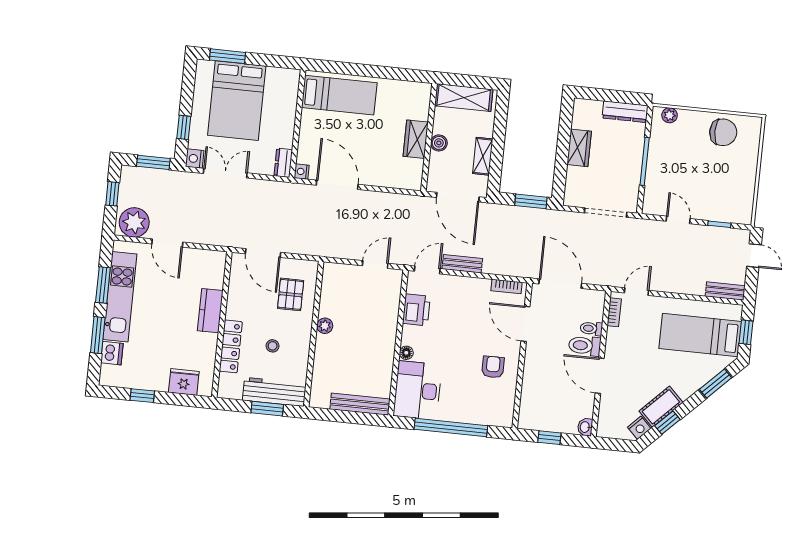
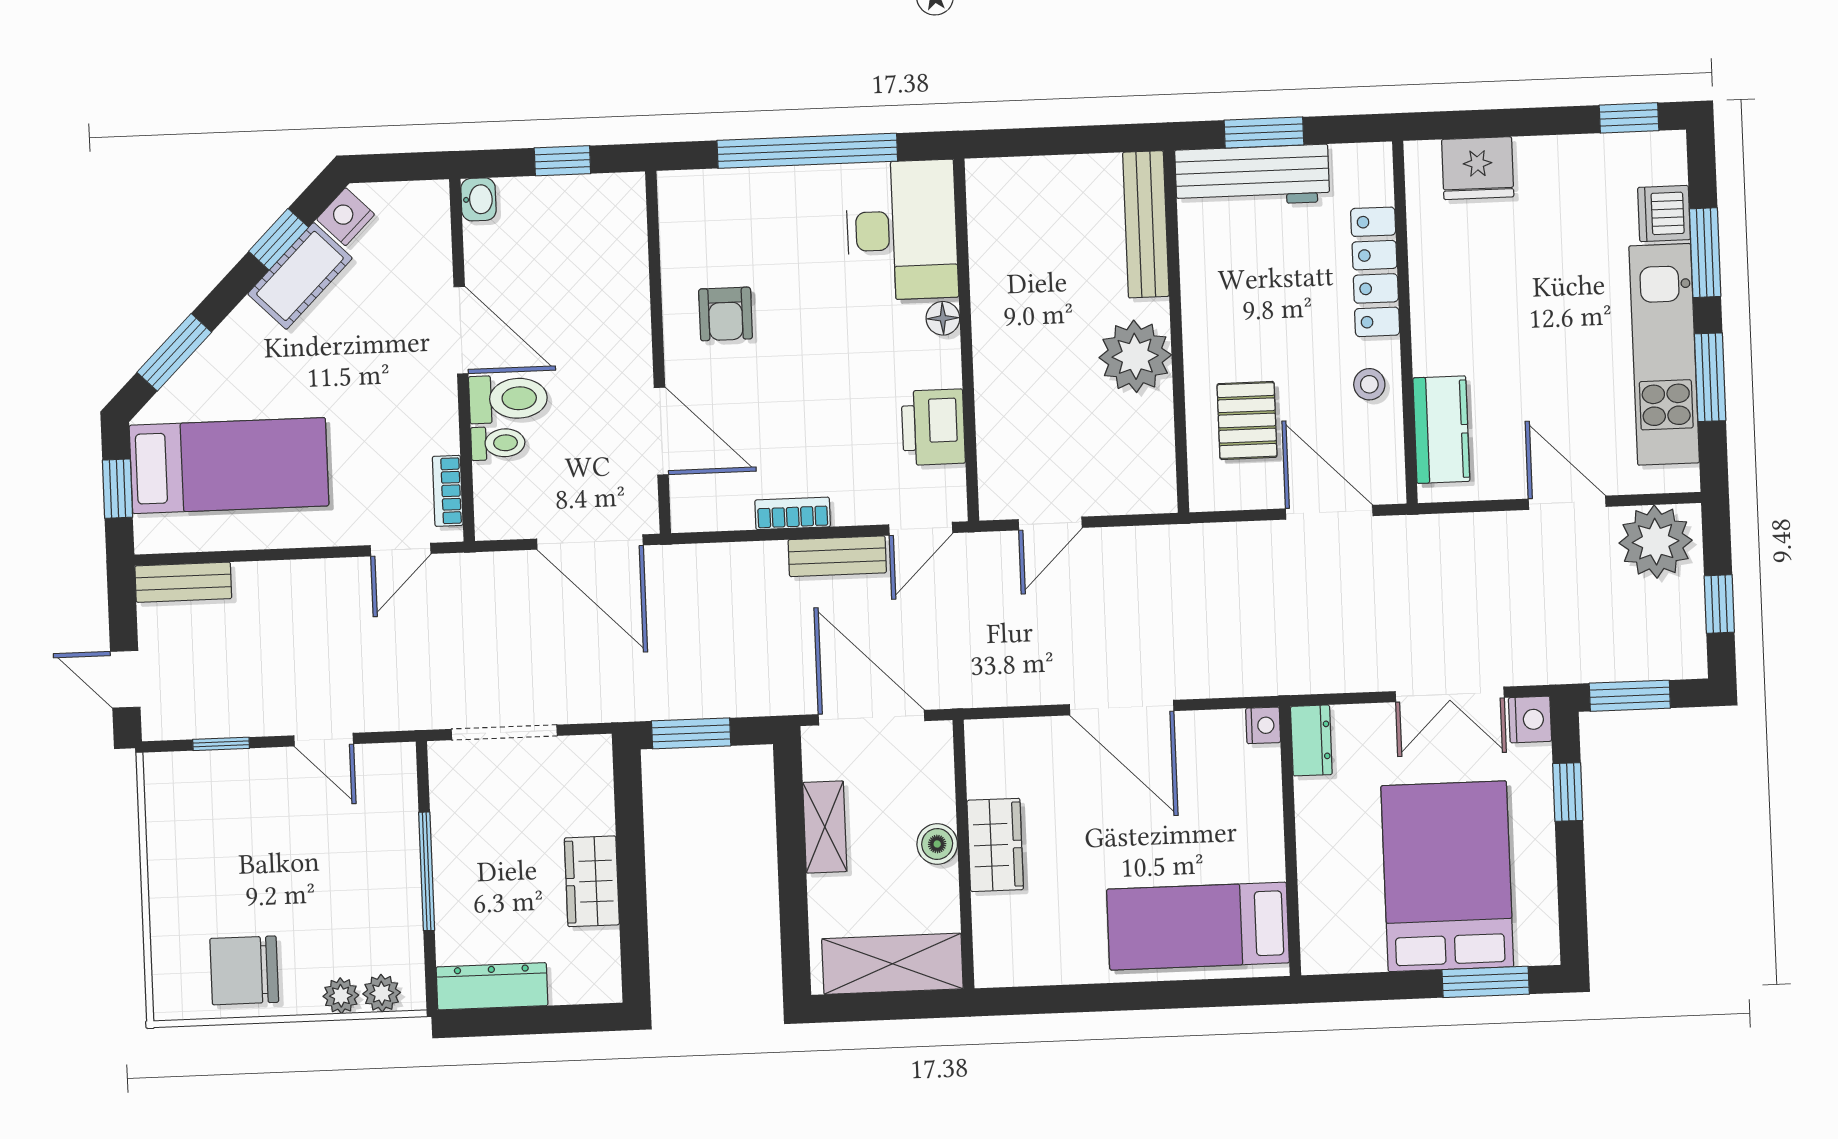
plant: (686, 117) -> (341, 996), added
door: (337, 185) -> (1122, 708), moved
bookcase: (506, 286) -> (793, 513), moved
kitchen counter: (210, 311) -> (1441, 430), moved
plant: (325, 326) -> (1135, 356), width x1.87, depth x1.87
stool: (273, 346) -> (1369, 384), moved
window: (142, 396) -> (1629, 118), moved
bench: (360, 404) -> (1146, 224), moved, turned 90

